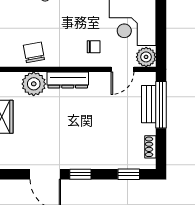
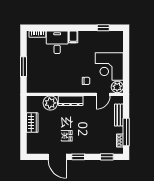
chair: (34, 52) -> (50, 84), removed
window: (161, 105) -> (126, 132), moved

